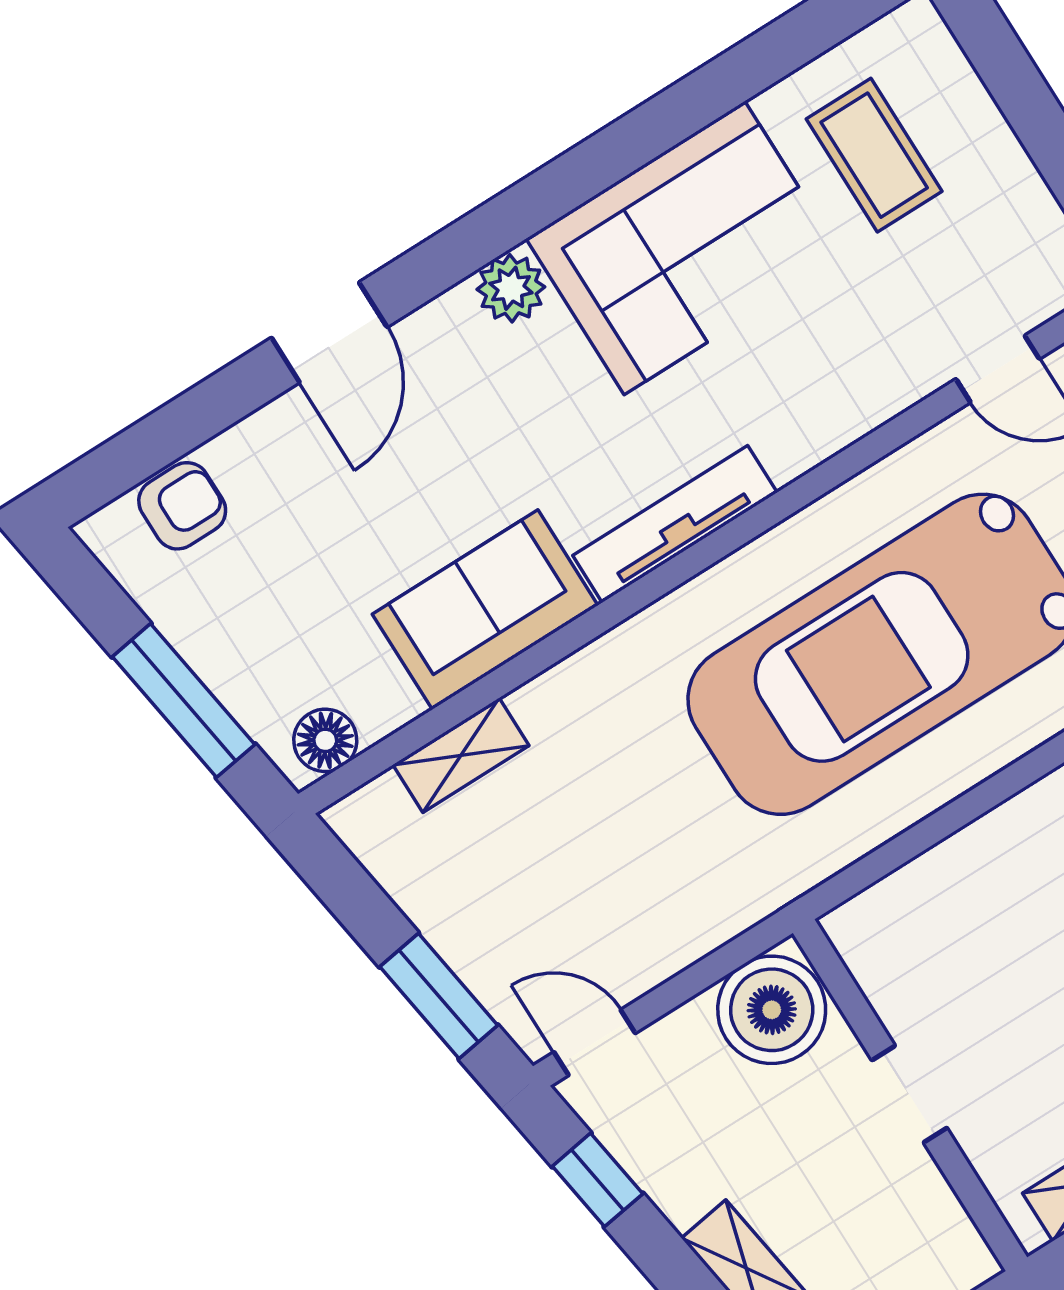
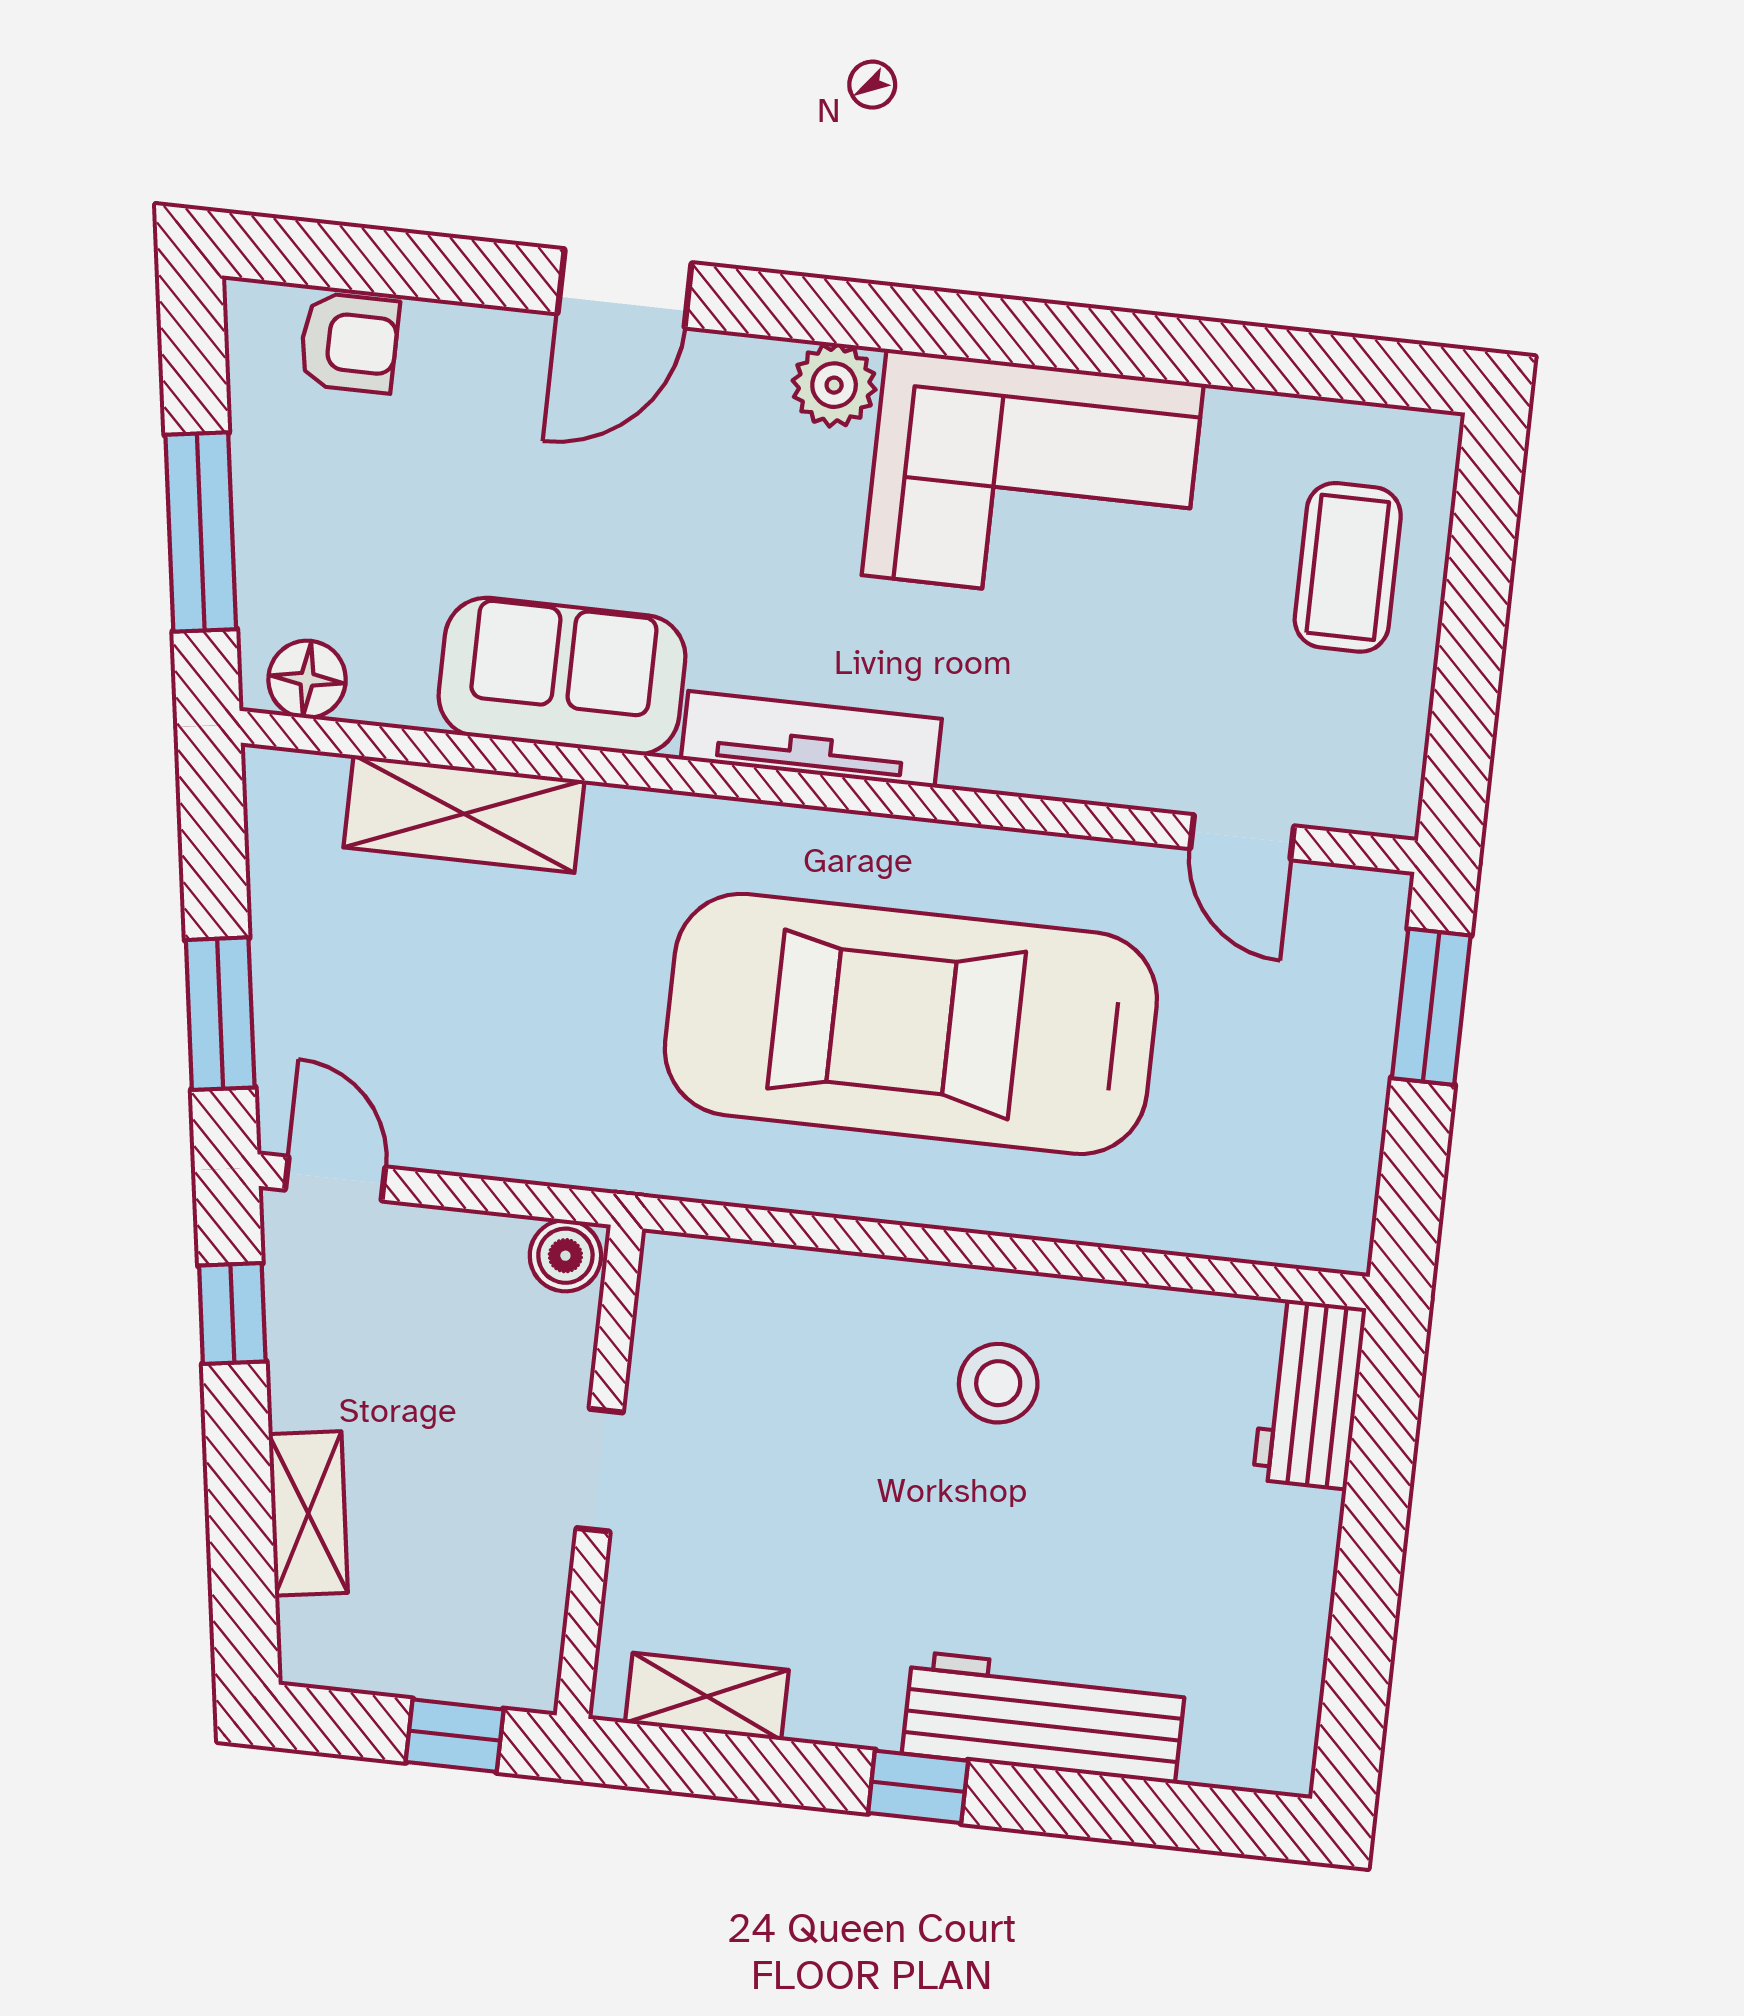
coffee table: (874, 155) -> (1348, 567), moved
shelving: (461, 755) -> (464, 814), width x1.50, depth x1.33
boiler: (772, 1010) -> (565, 1256), width x0.54, depth x0.54

